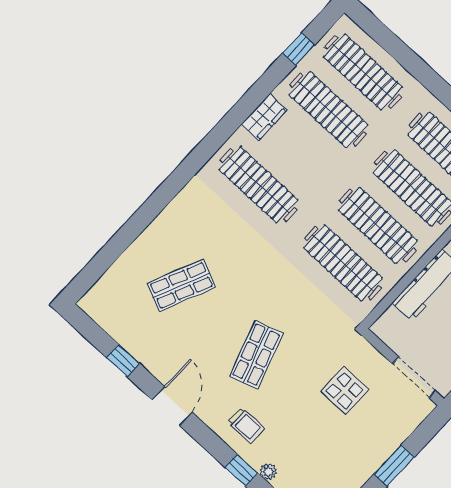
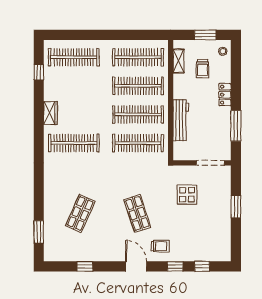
clothes rail: (328, 110) -> (74, 86), removed
window: (104, 259) -> (39, 232), added
door: (172, 406) -> (136, 266), moved
plant: (268, 472) -> (187, 257), removed

